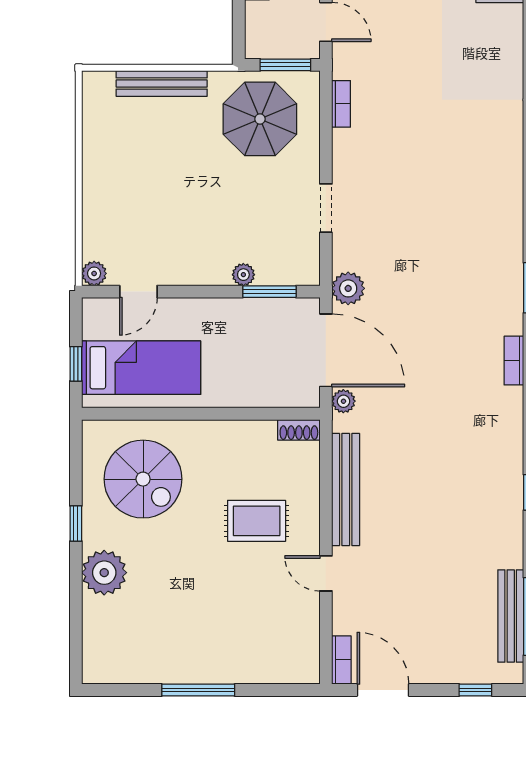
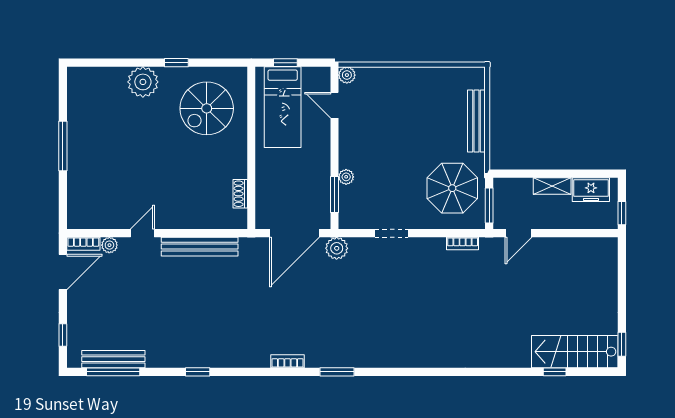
plant: (343, 401) -> (109, 245), moved
shoe rack: (299, 430) -> (240, 194), moved
rug: (257, 521) -> (178, 186), removed

